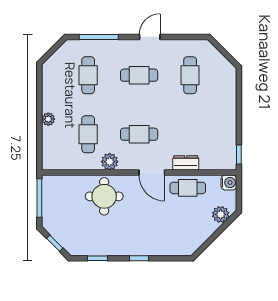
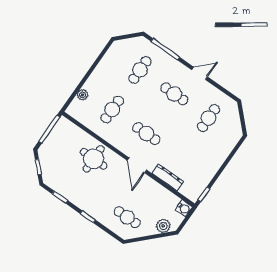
plant: (48, 119) -> (82, 95), moved
plant: (110, 162) -> (114, 138), removed
dresser: (186, 163) -> (168, 177), width x1.44
cafe table: (188, 188) -> (127, 217), moved

